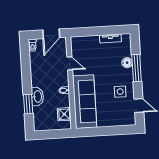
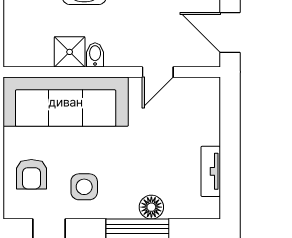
shower: (64, 114) -> (70, 52), moved
armchair: (116, 114) -> (31, 174), added

